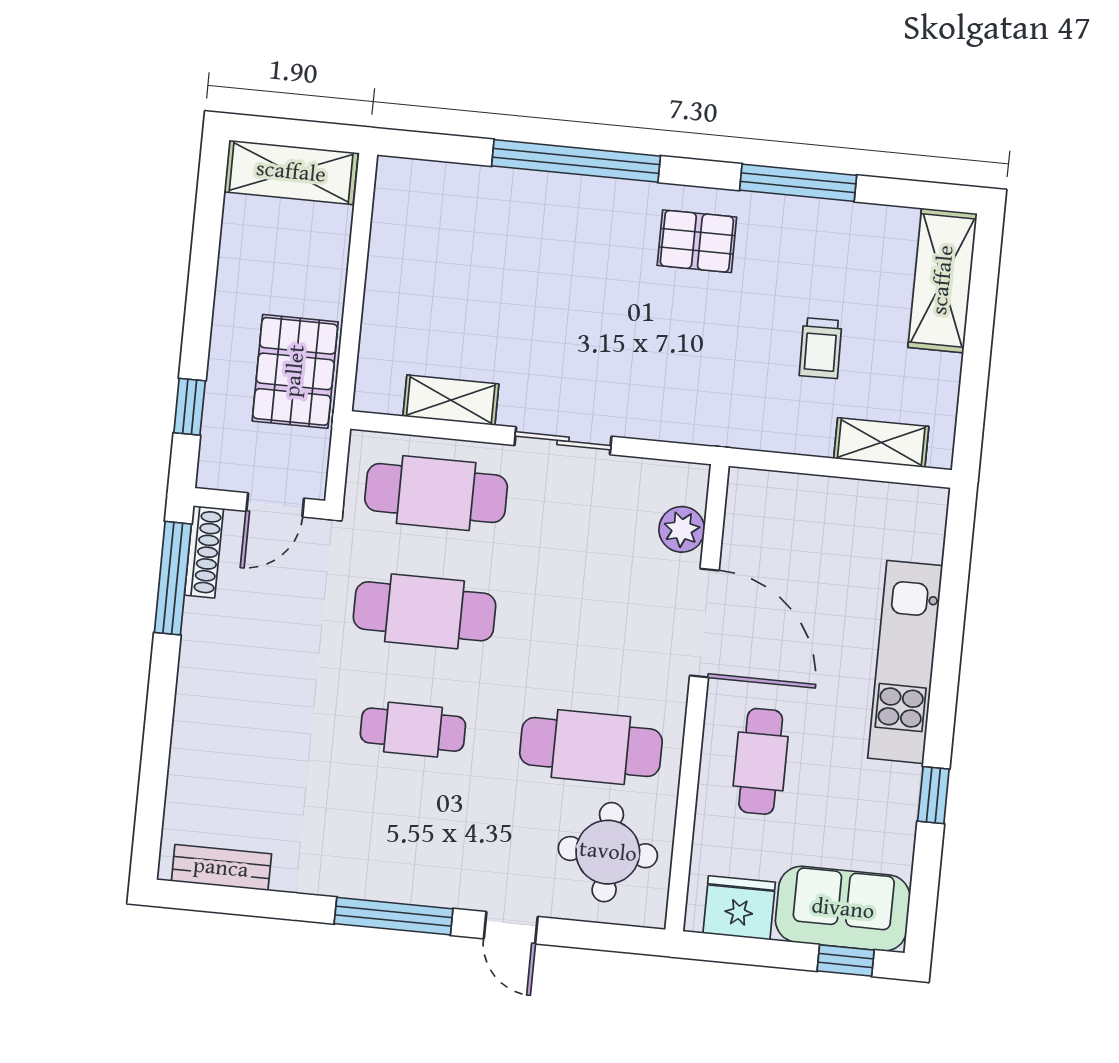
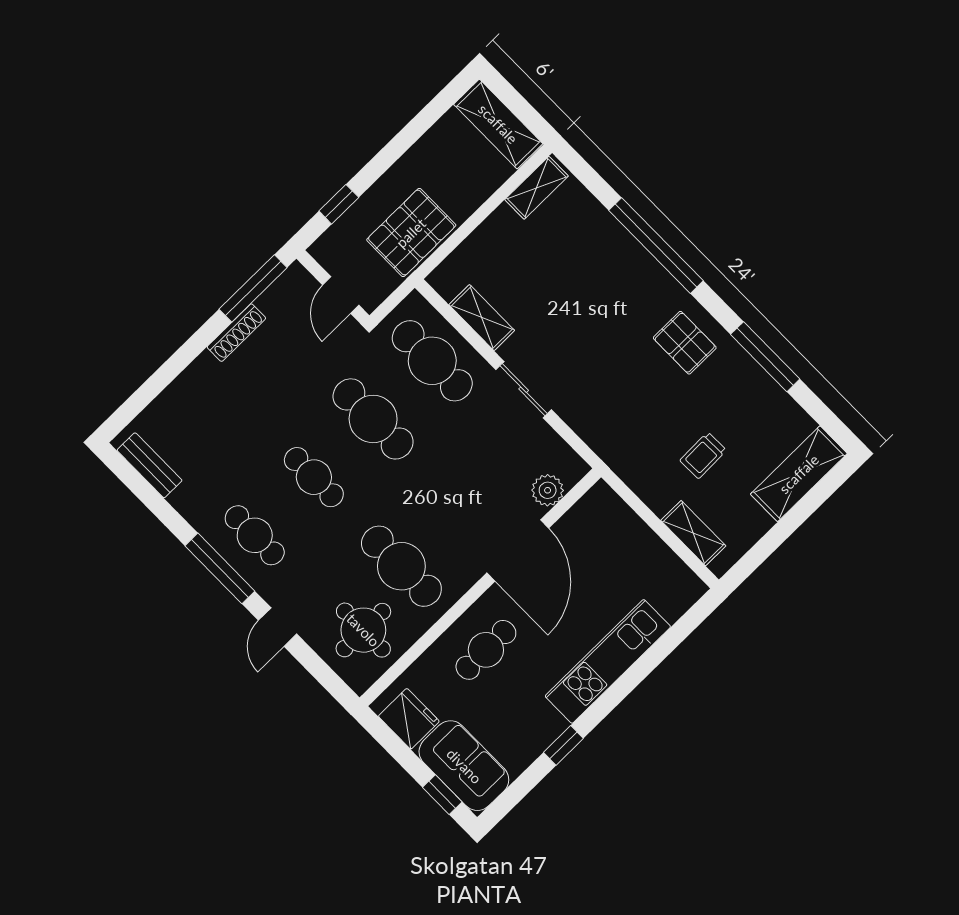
shelving: (392, 207) -> (537, 188), added
door: (275, 505) -> (341, 295), hinge flipped
shoe rack: (204, 552) -> (236, 333), moved
cafe table: (401, 848) -> (255, 535), added

